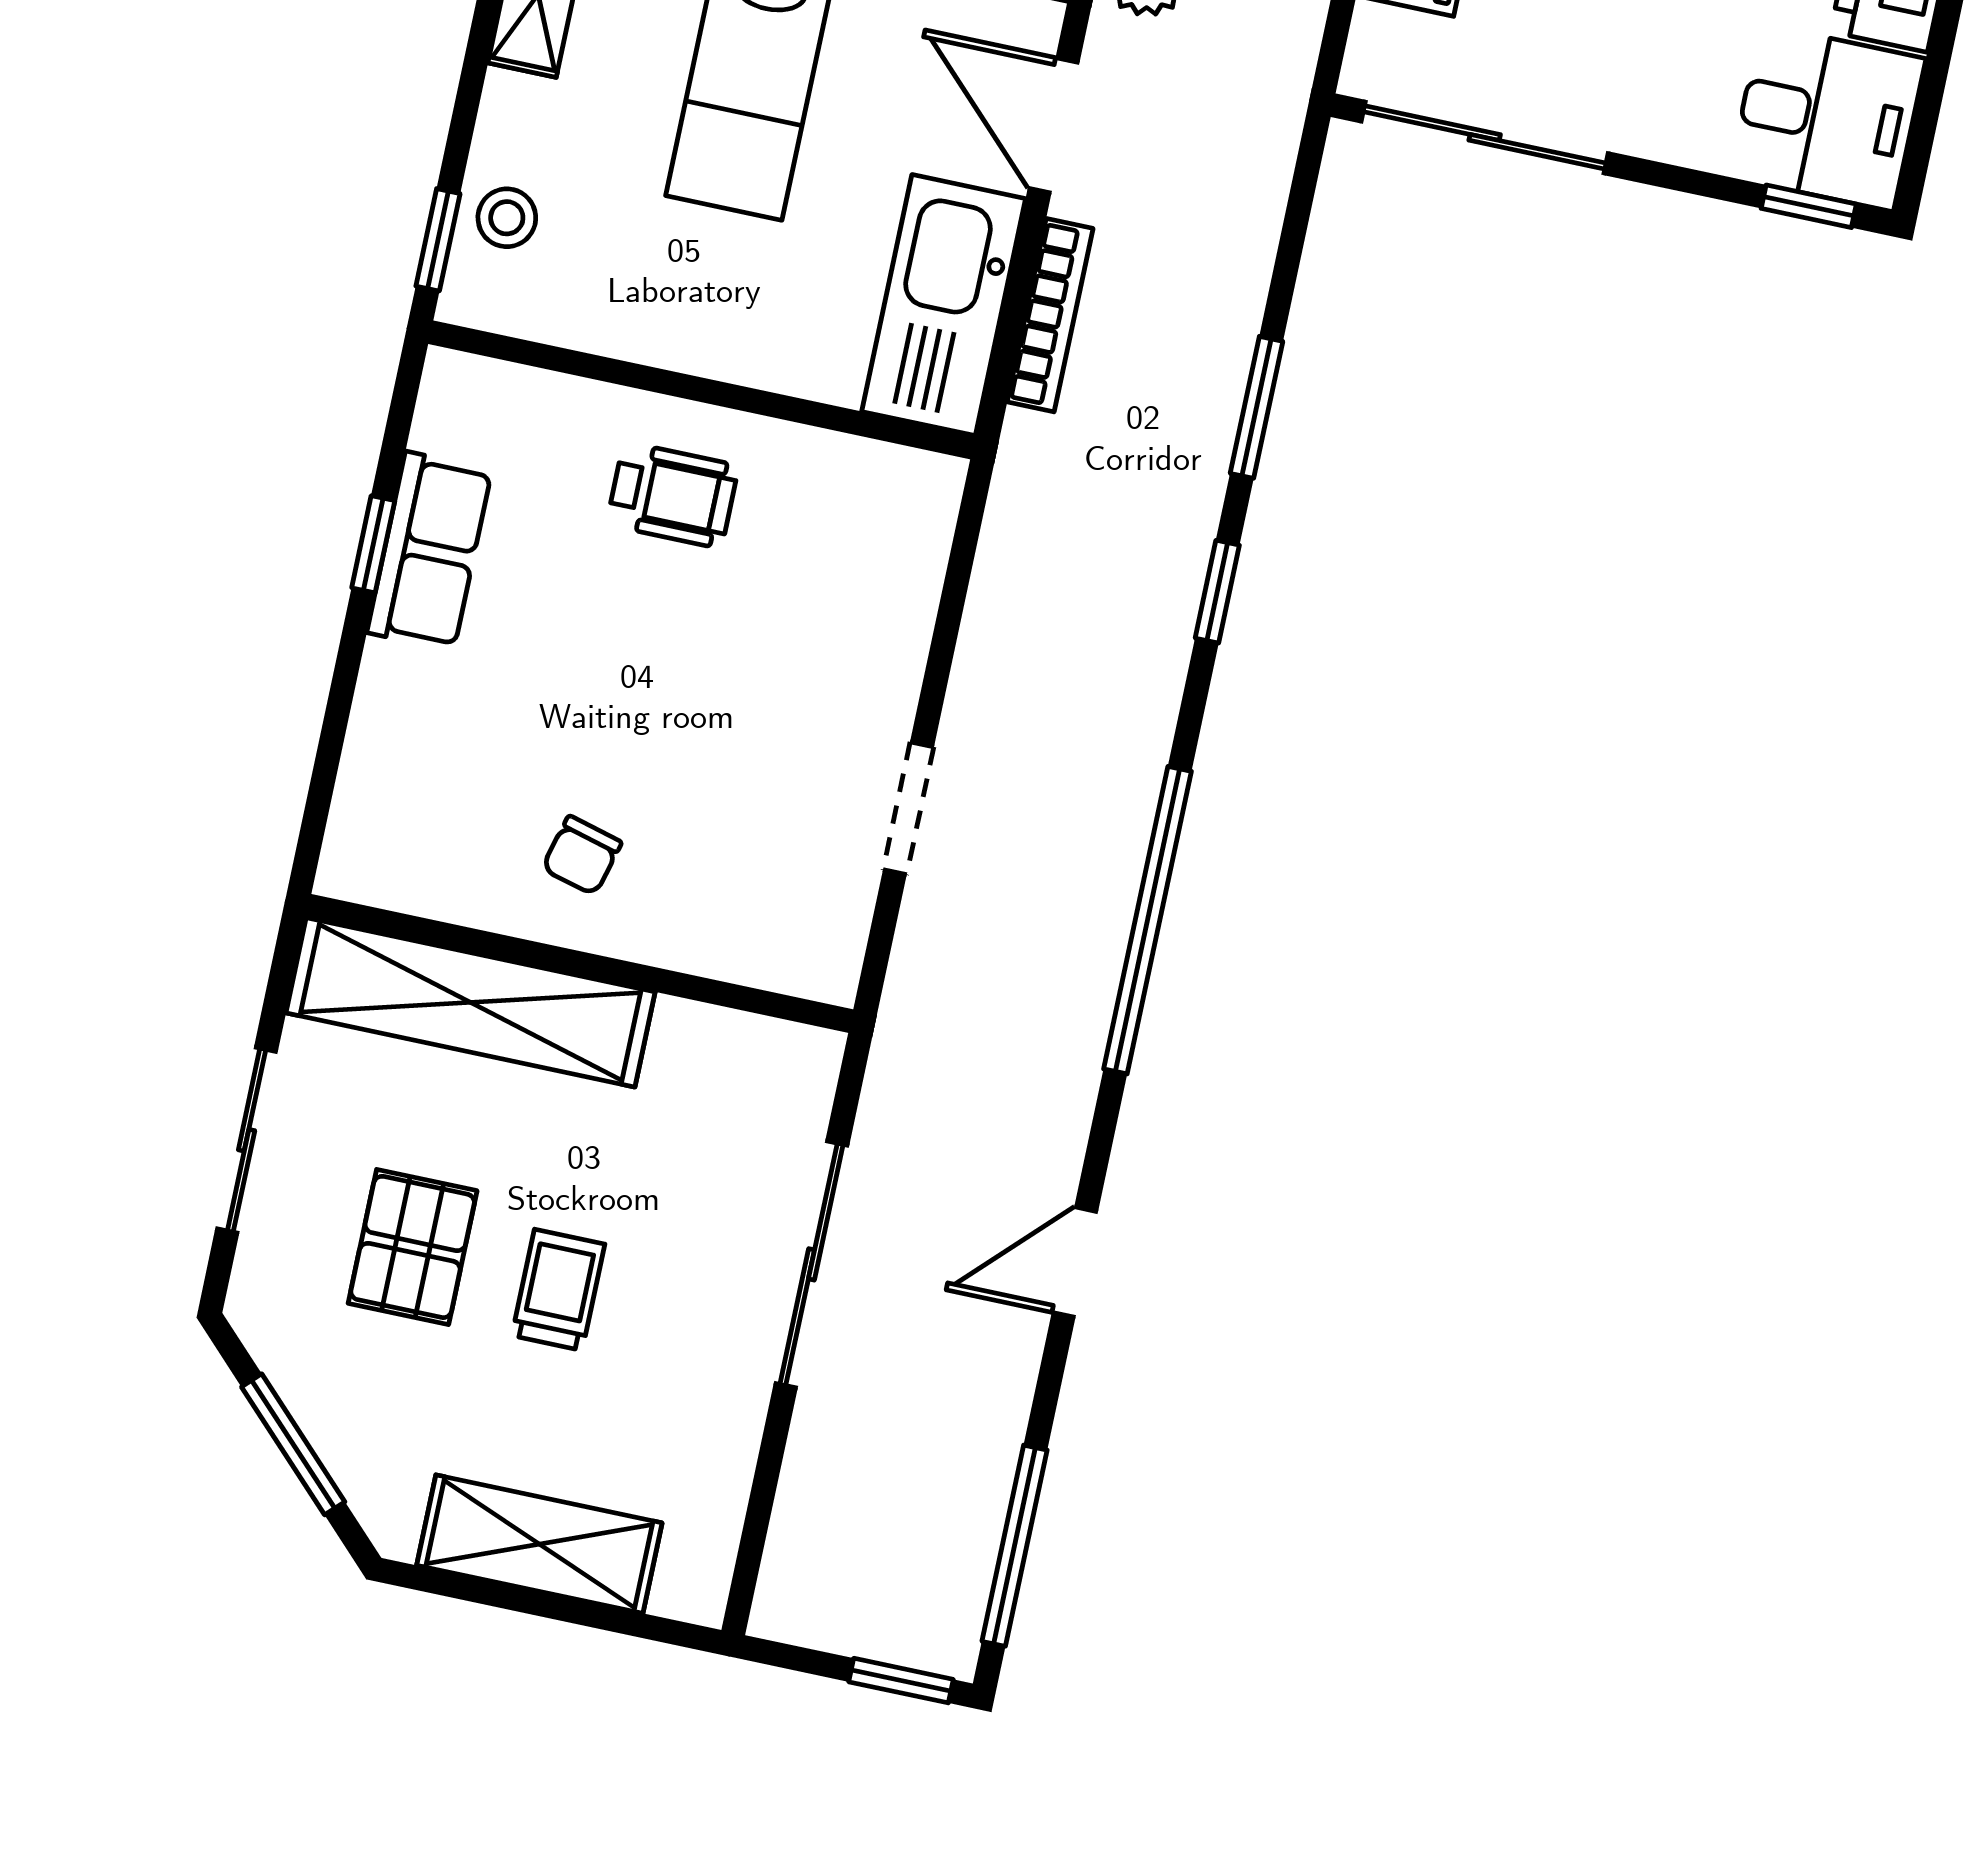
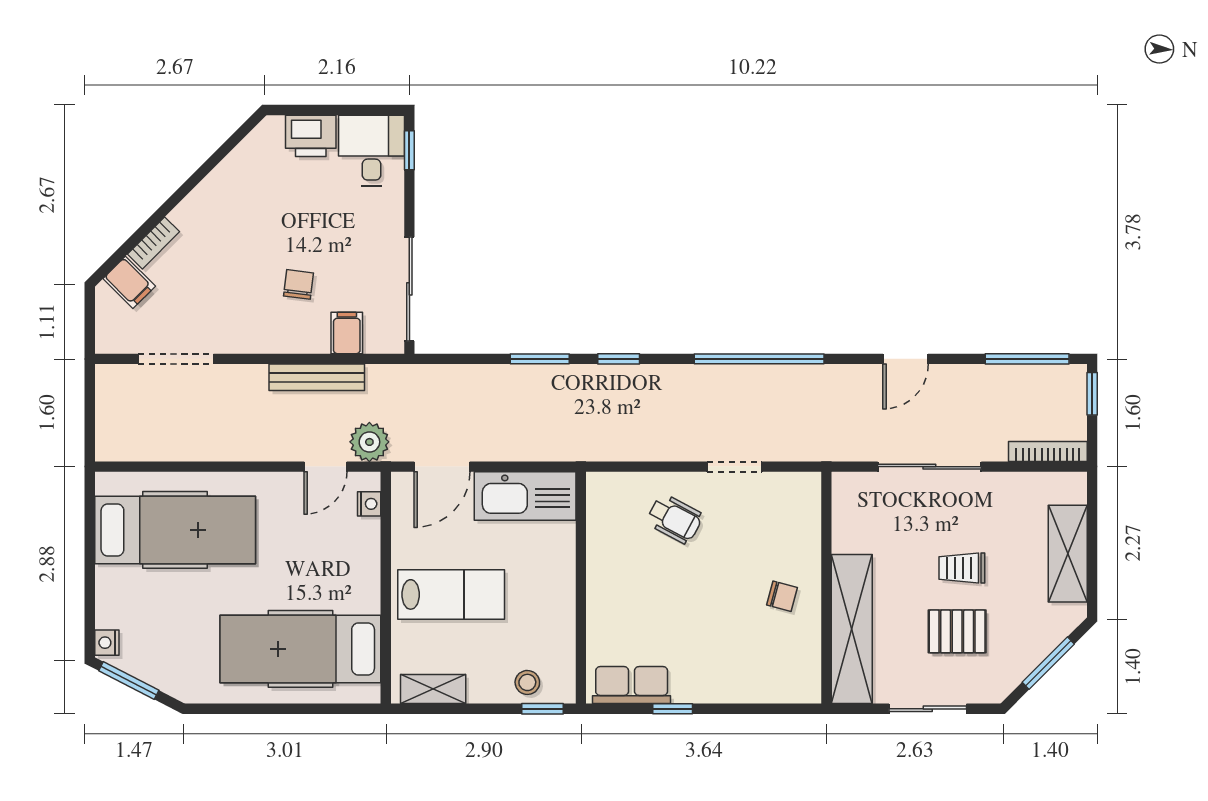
bookcase: (1050, 315) -> (1048, 451), moved
wheelchair: (673, 495) -> (675, 519), moved, turned 118
row of seats: (430, 551) -> (632, 685), moved
door: (1075, 1262) -> (906, 359), hinge flipped

